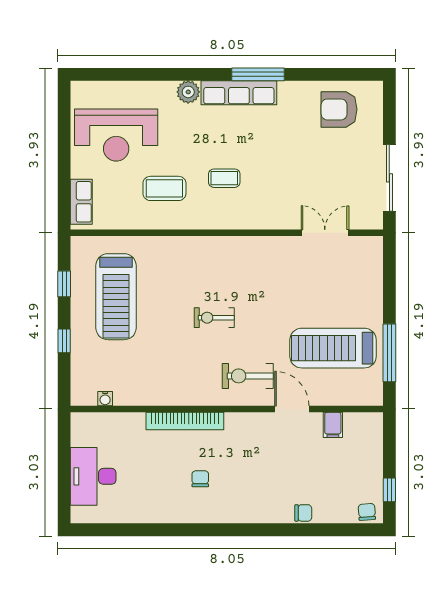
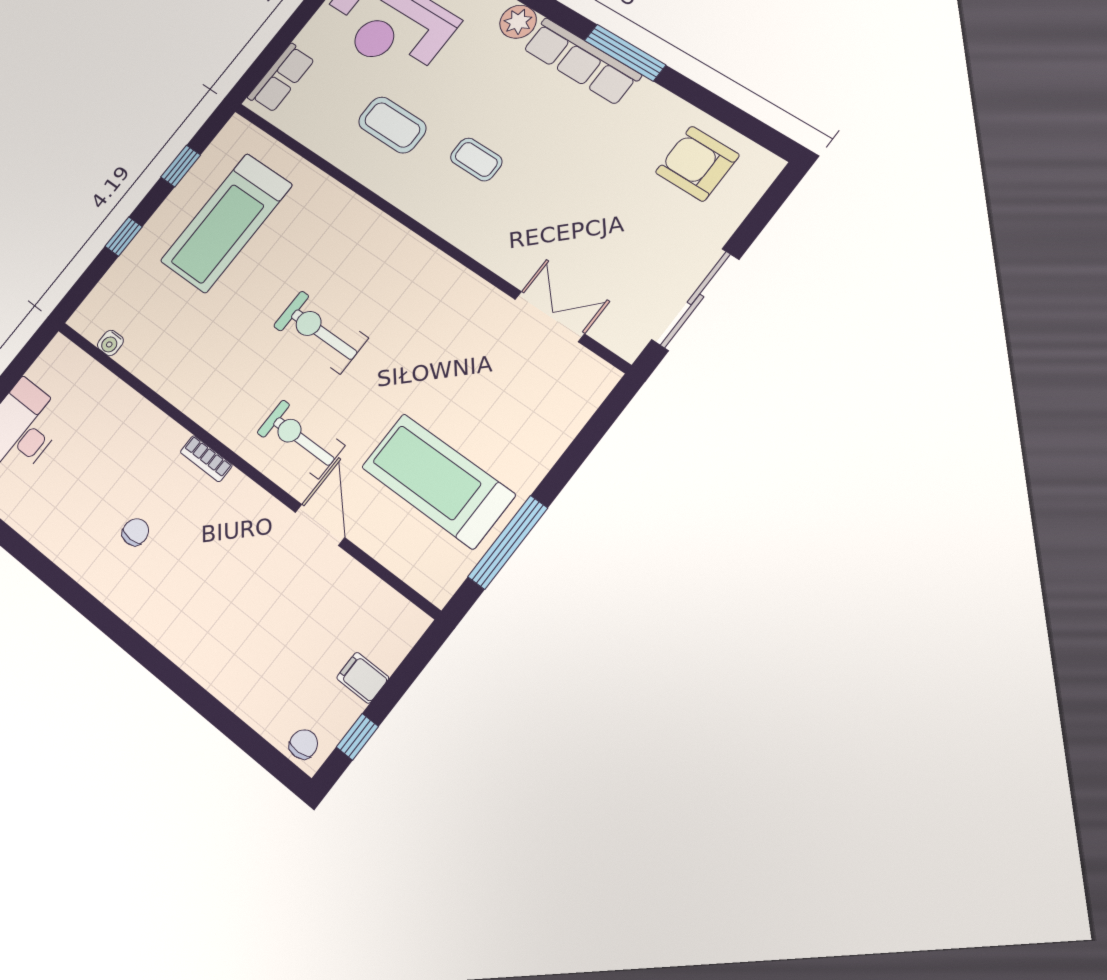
exercise bike: (214, 318) -> (321, 332), width x1.38, depth x1.39
bookcase: (185, 421) -> (206, 459), width x0.43, depth x0.76
filing cabinet: (333, 425) -> (363, 678), moved, turned 90
chair: (303, 513) -> (222, 679), removed

